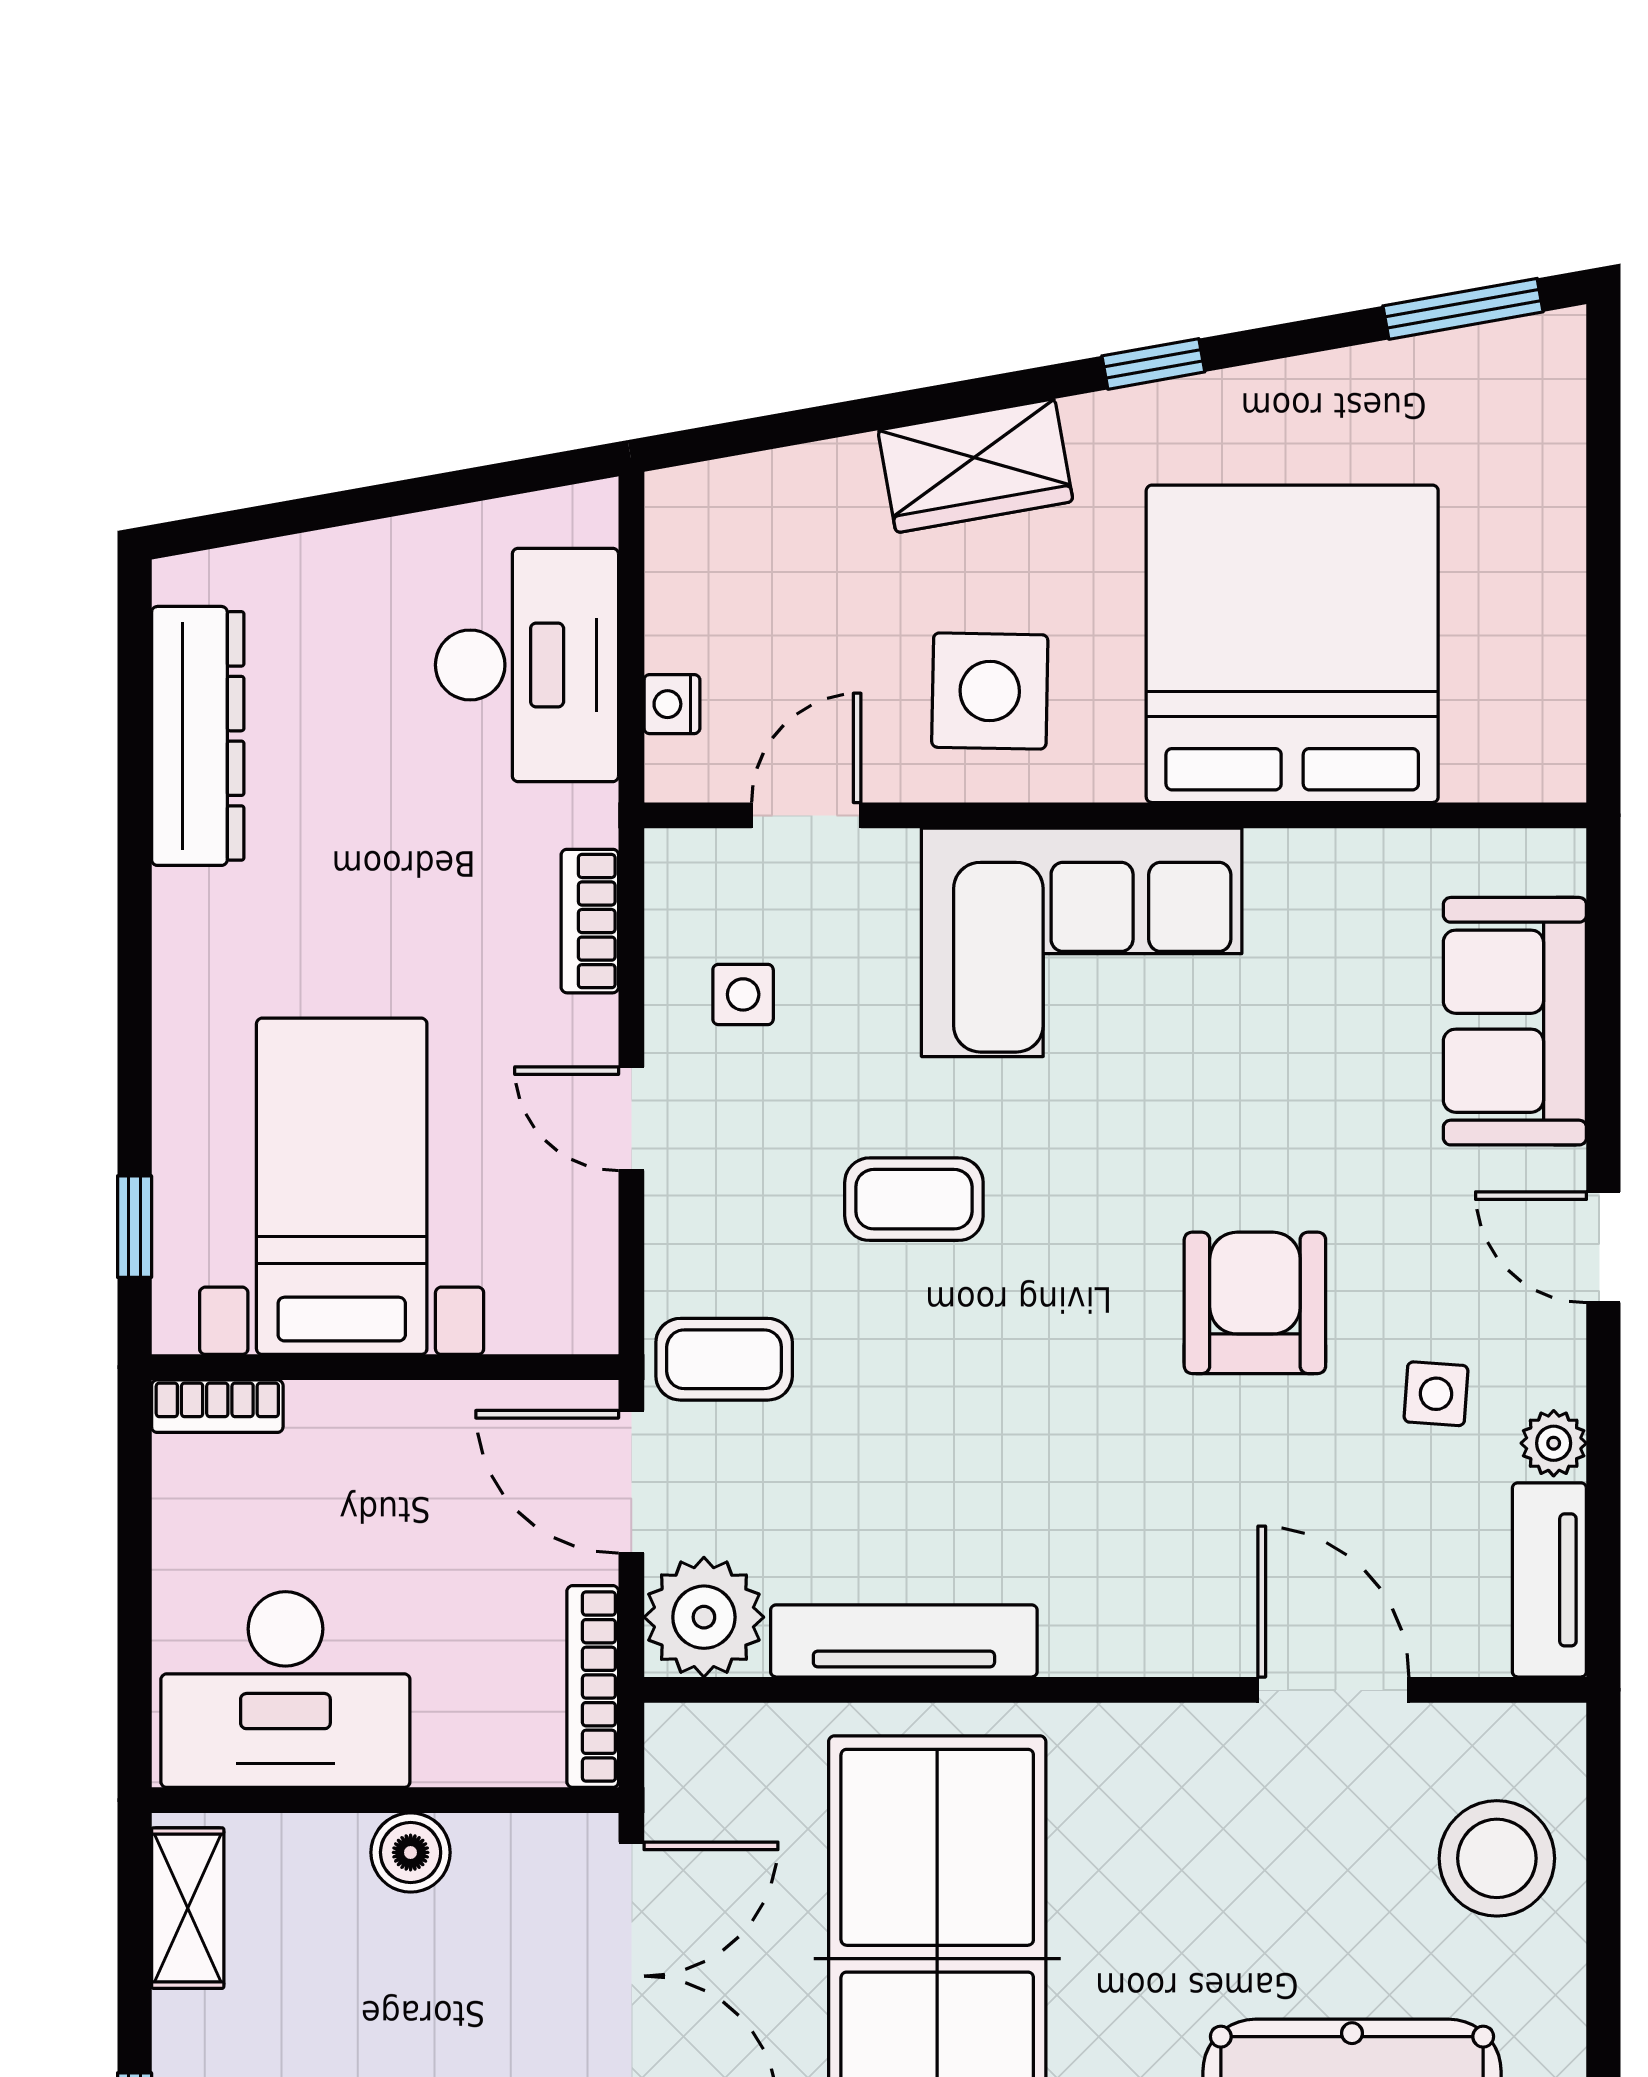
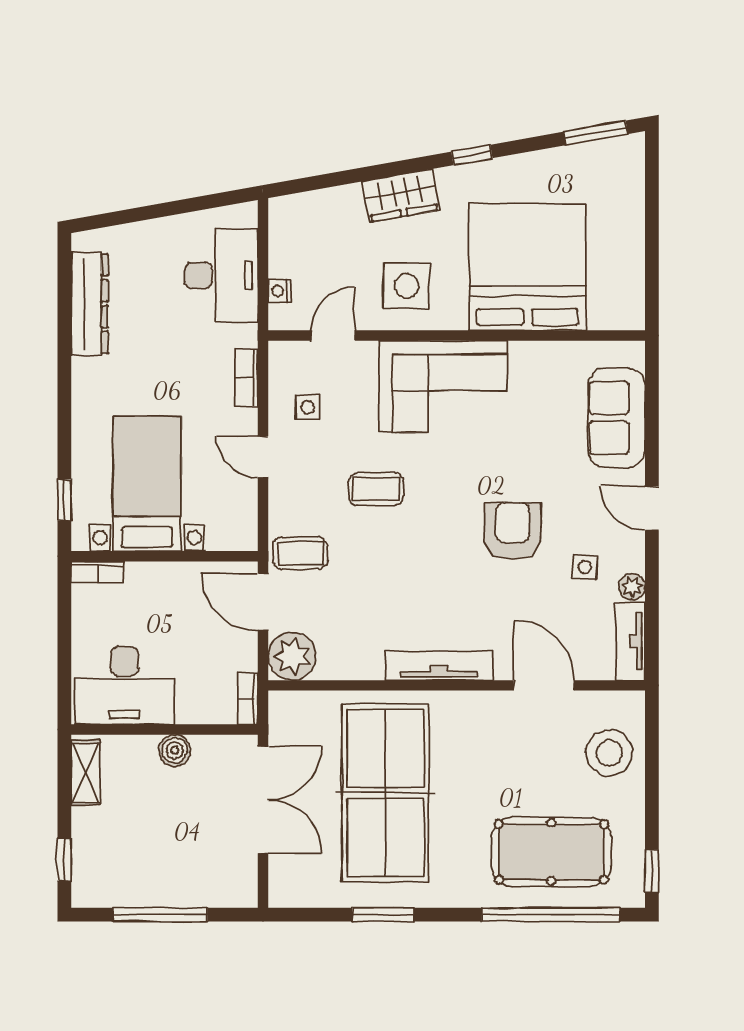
tv unit: (904, 1641) -> (439, 666), moved
bookcase: (593, 1687) -> (248, 699), width x0.64

